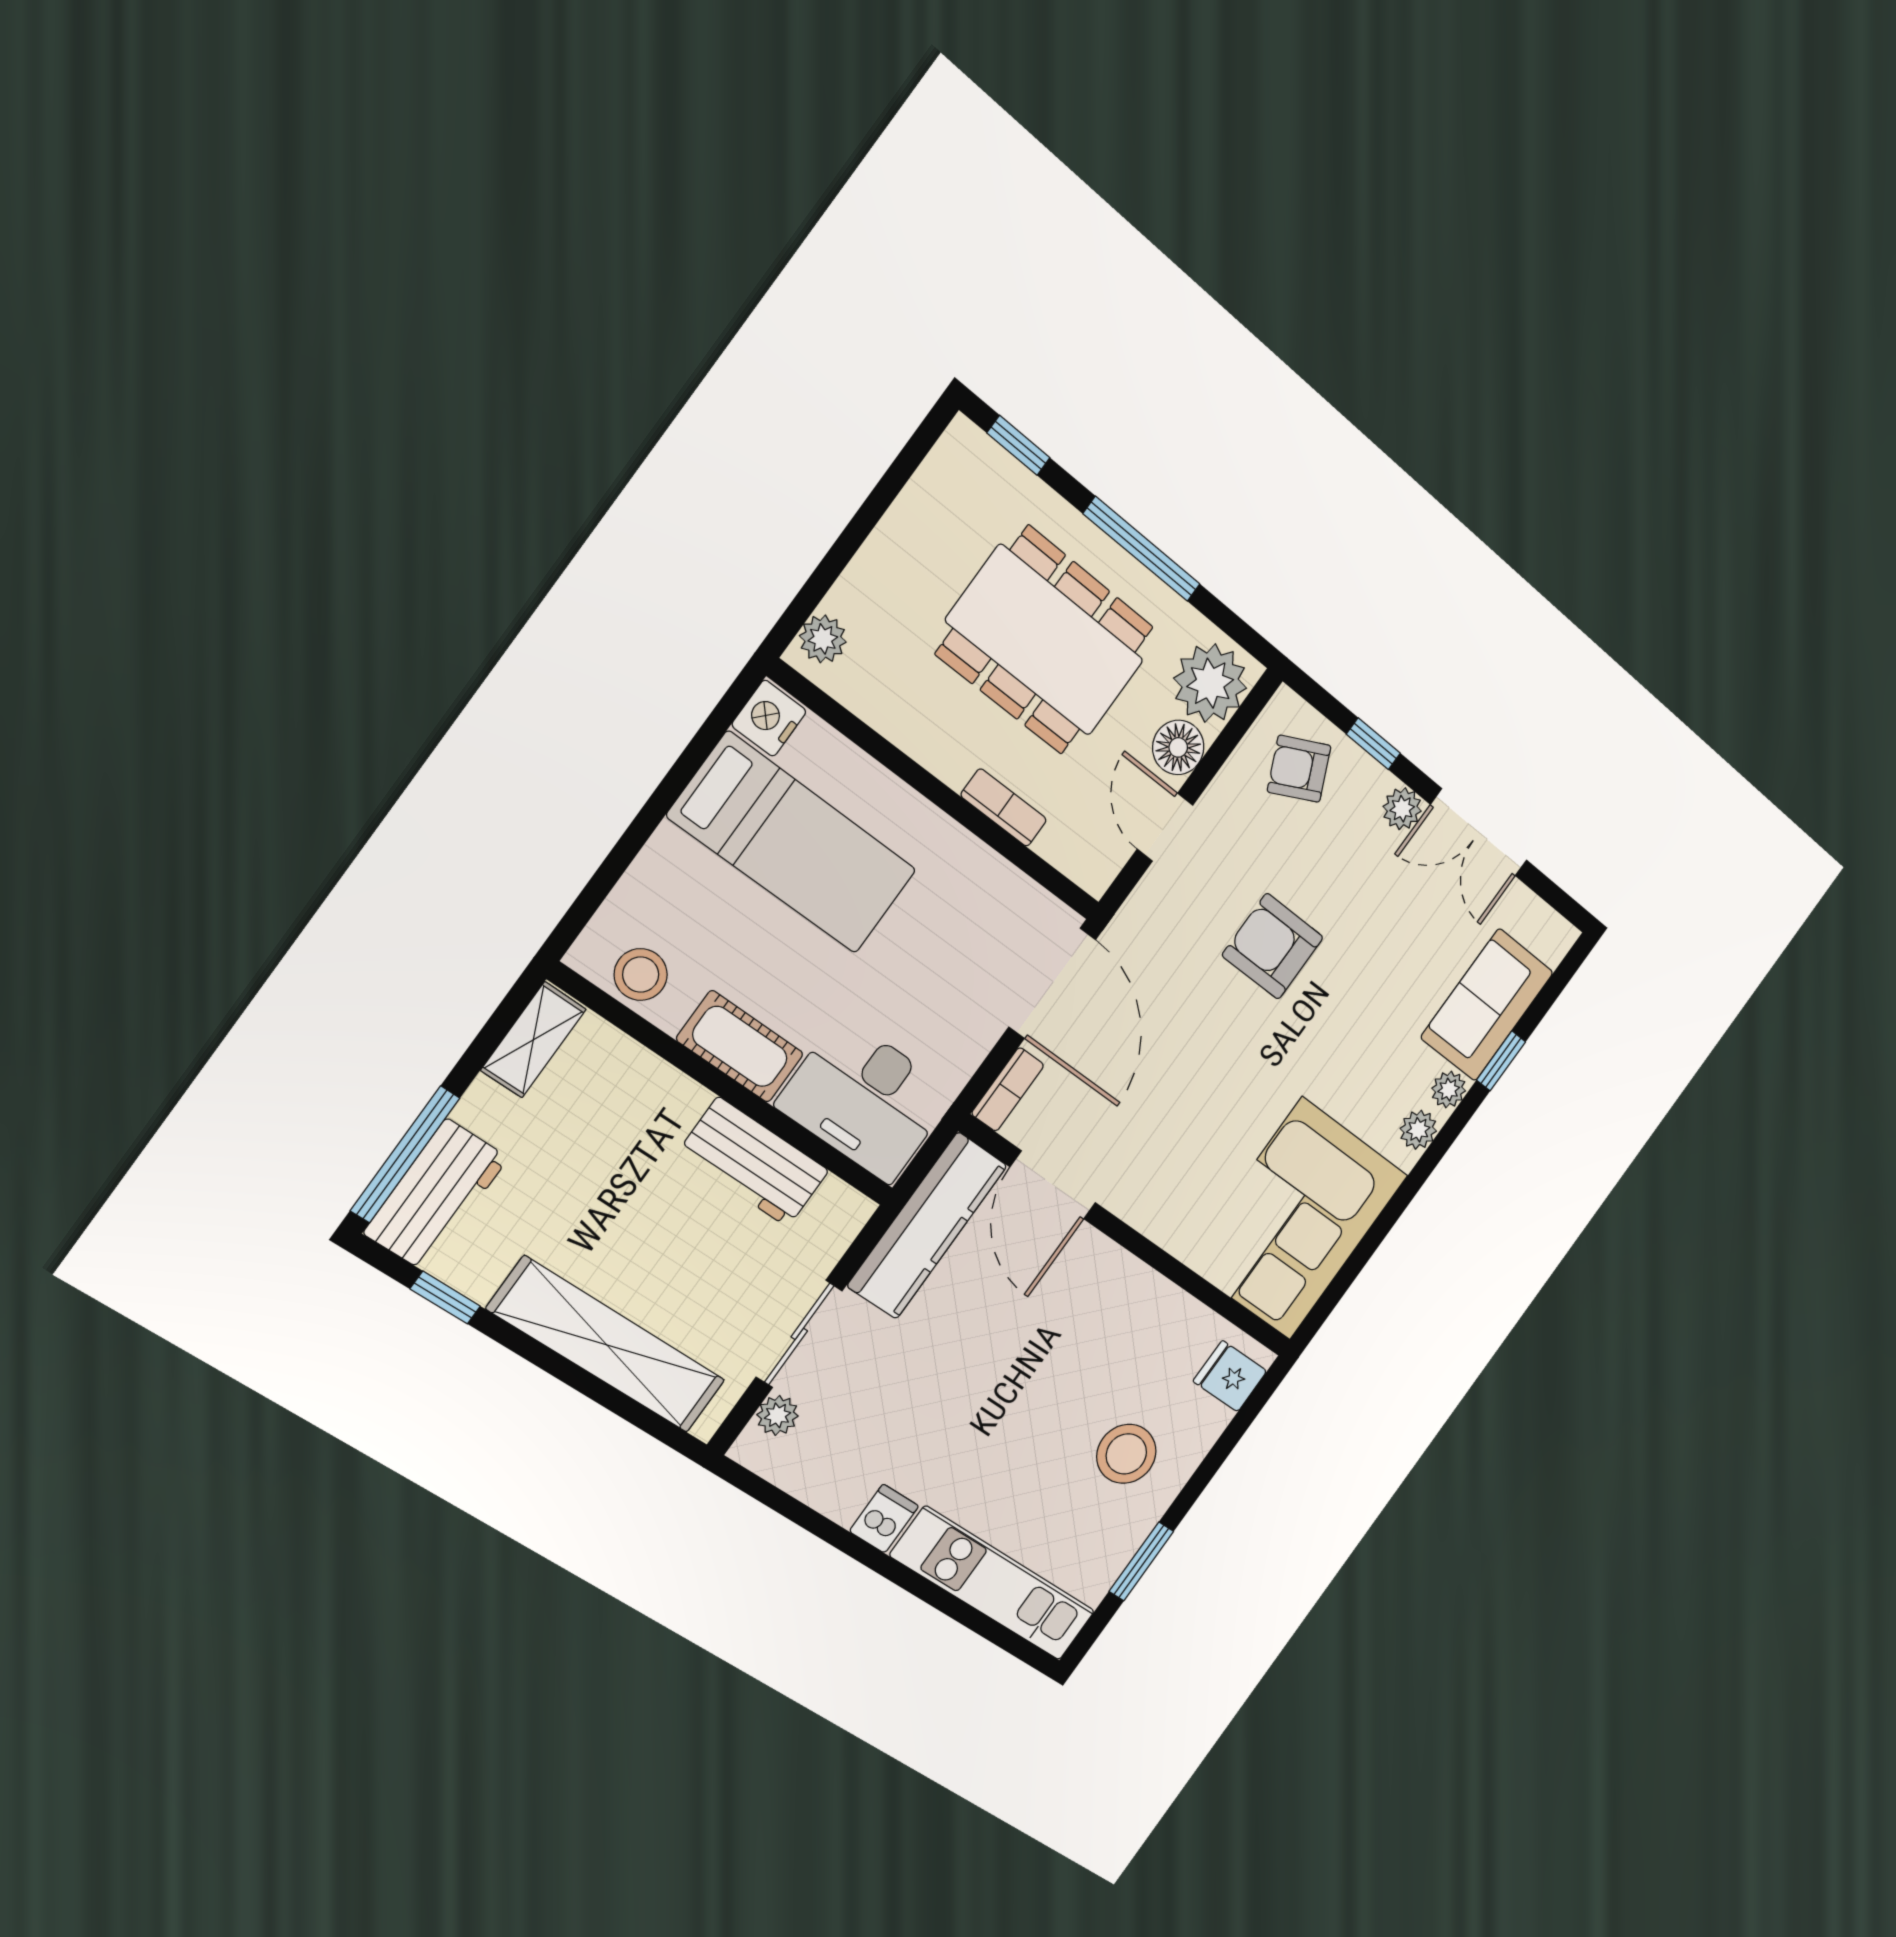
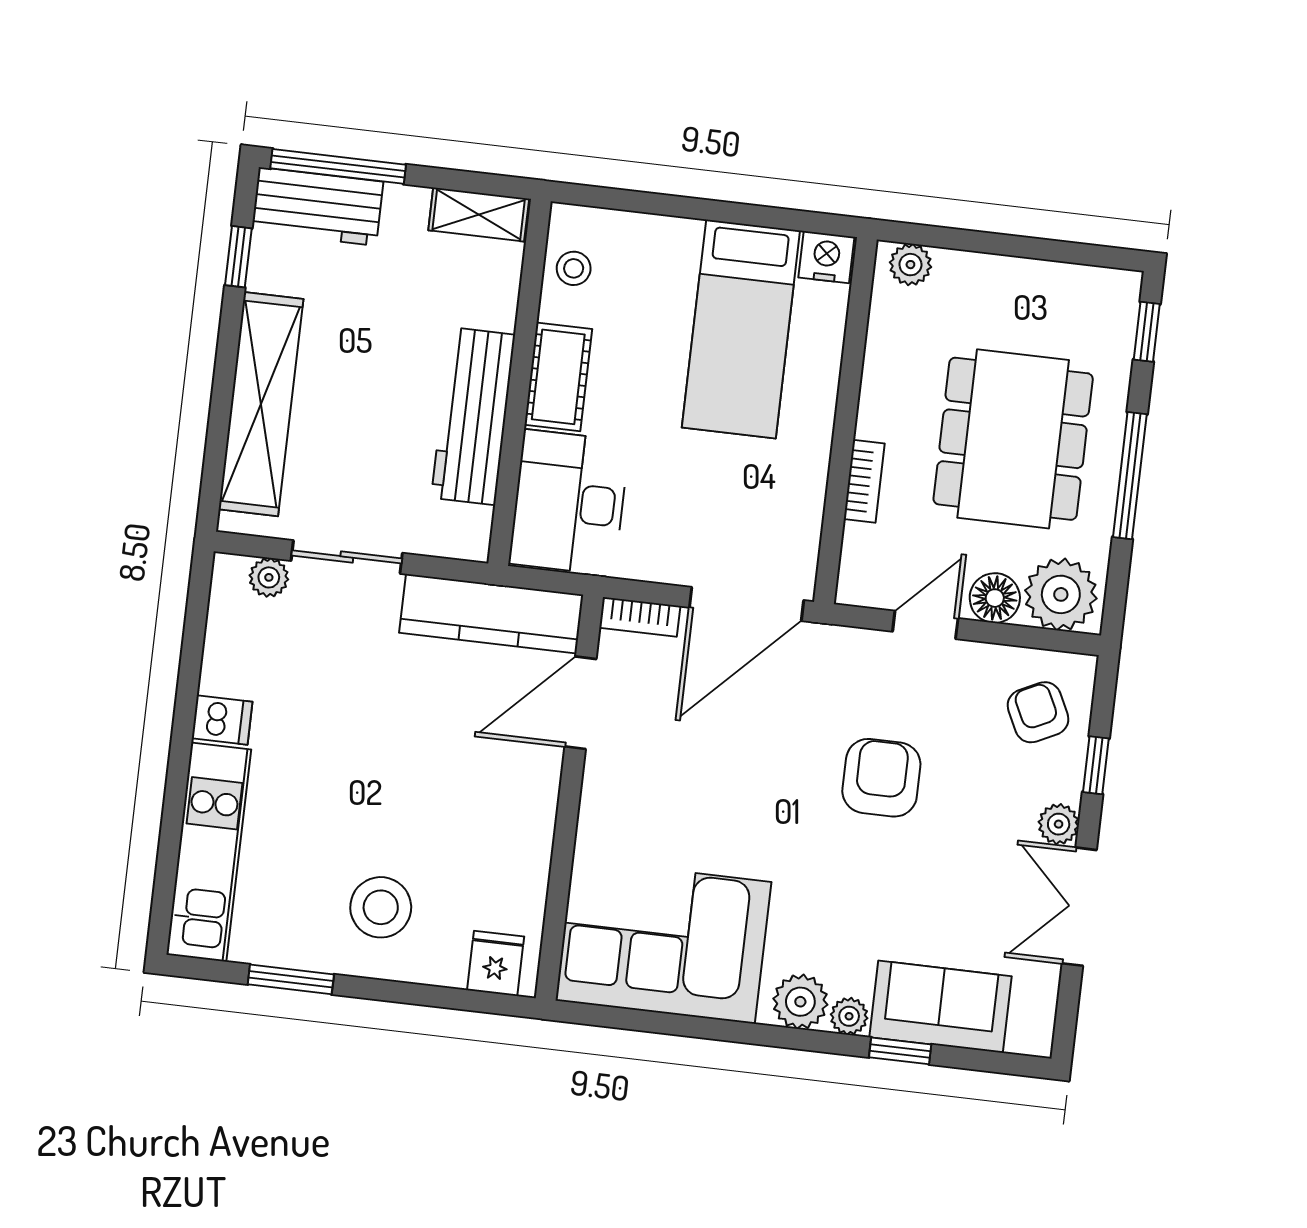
stool: (641, 975) -> (574, 268), width x0.73, depth x0.73
plant: (1418, 1130) -> (800, 1002), width x1.38, depth x1.38
workbench: (753, 1162) -> (473, 416), width x1.38

